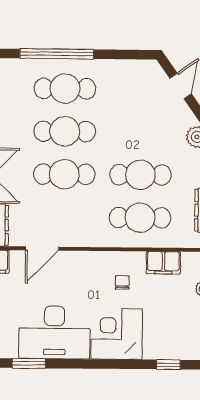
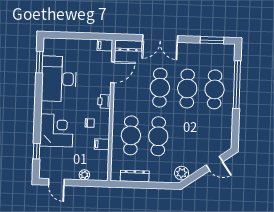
door: (42, 249) -> (113, 72), swing flipped
printer: (88, 261) -> (104, 101), added
filing cabinet: (163, 263) -> (102, 144), width x0.50
corner desk: (117, 334) -> (56, 130), moved

